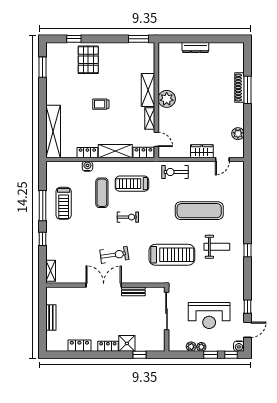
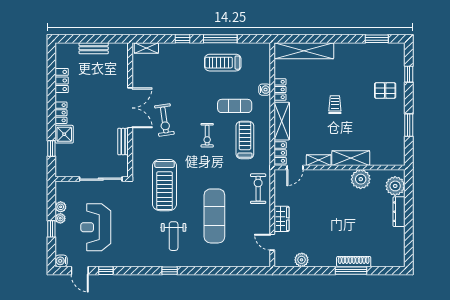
window: (139, 39) -> (409, 125), moved
plant: (173, 51) -> (395, 186), added
pallet: (88, 60) -> (385, 90), width x0.67, depth x0.71
plant: (167, 99) -> (361, 179), moved
window: (231, 355) -> (51, 252), removed

